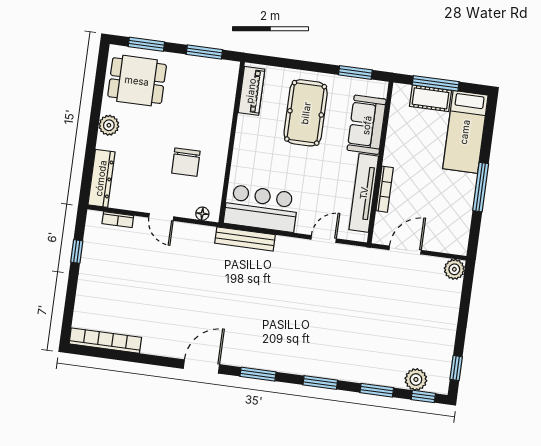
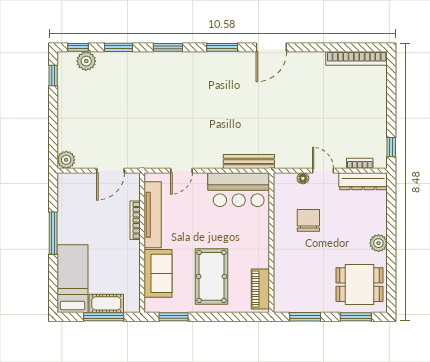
dresser: (101, 178) -> (363, 181), moved, turned -90
floor lamp: (202, 214) -> (303, 178), moved
window: (77, 251) -> (391, 147), moved

